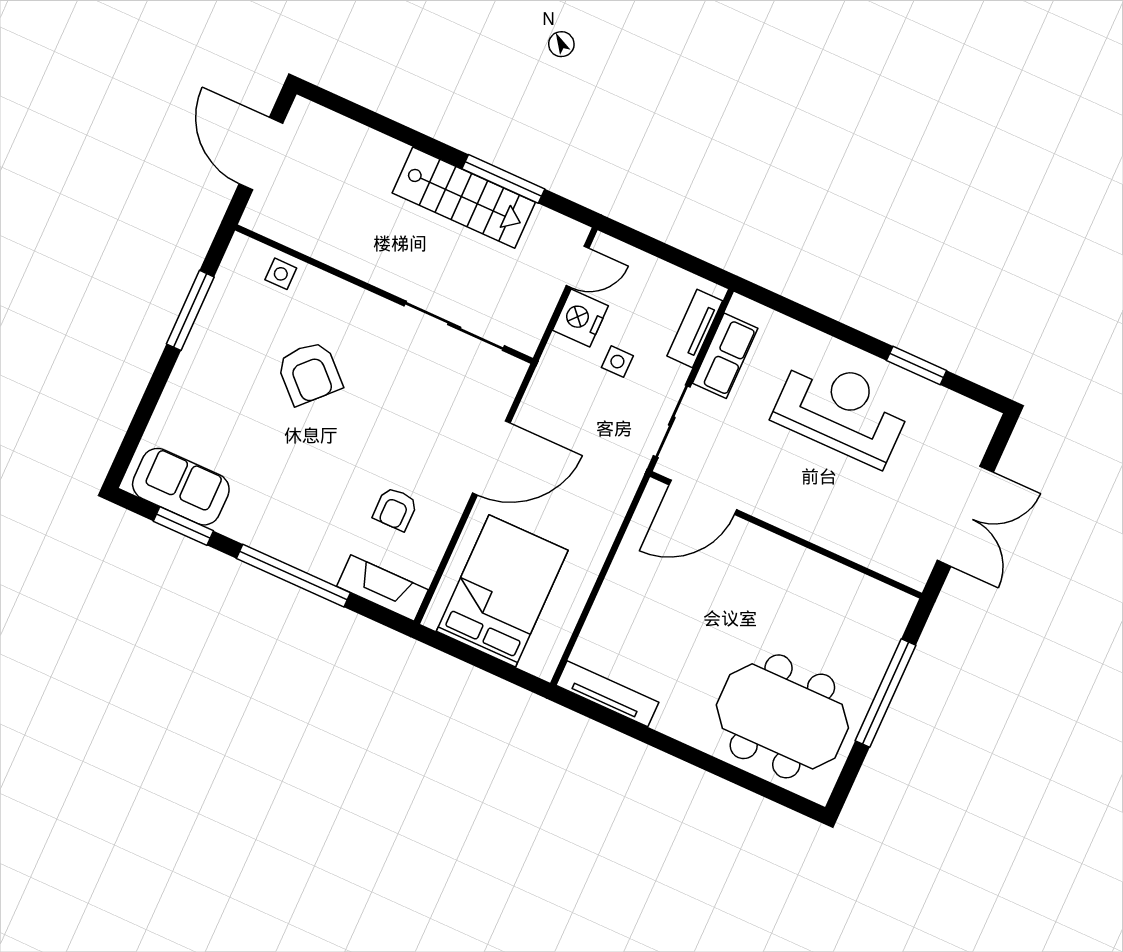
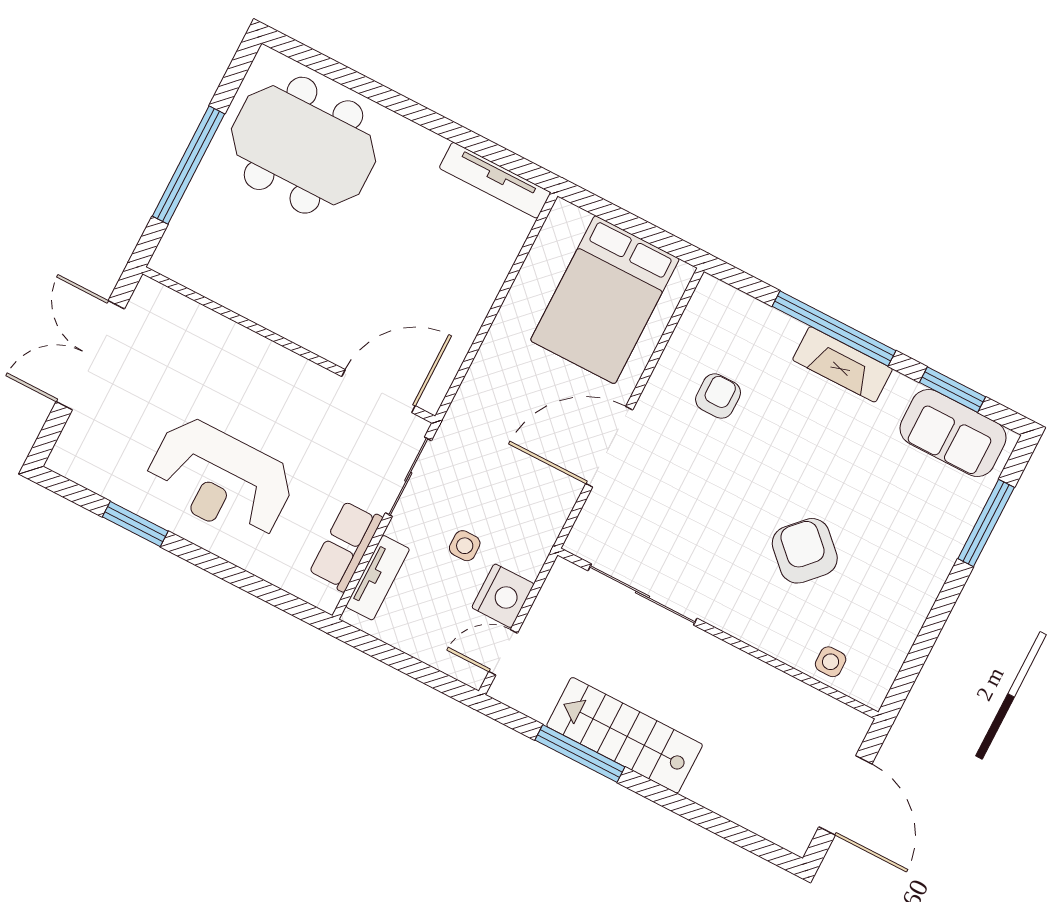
window: (190, 310) -> (986, 523), moved
fireplace: (382, 588) -> (842, 364), moved

